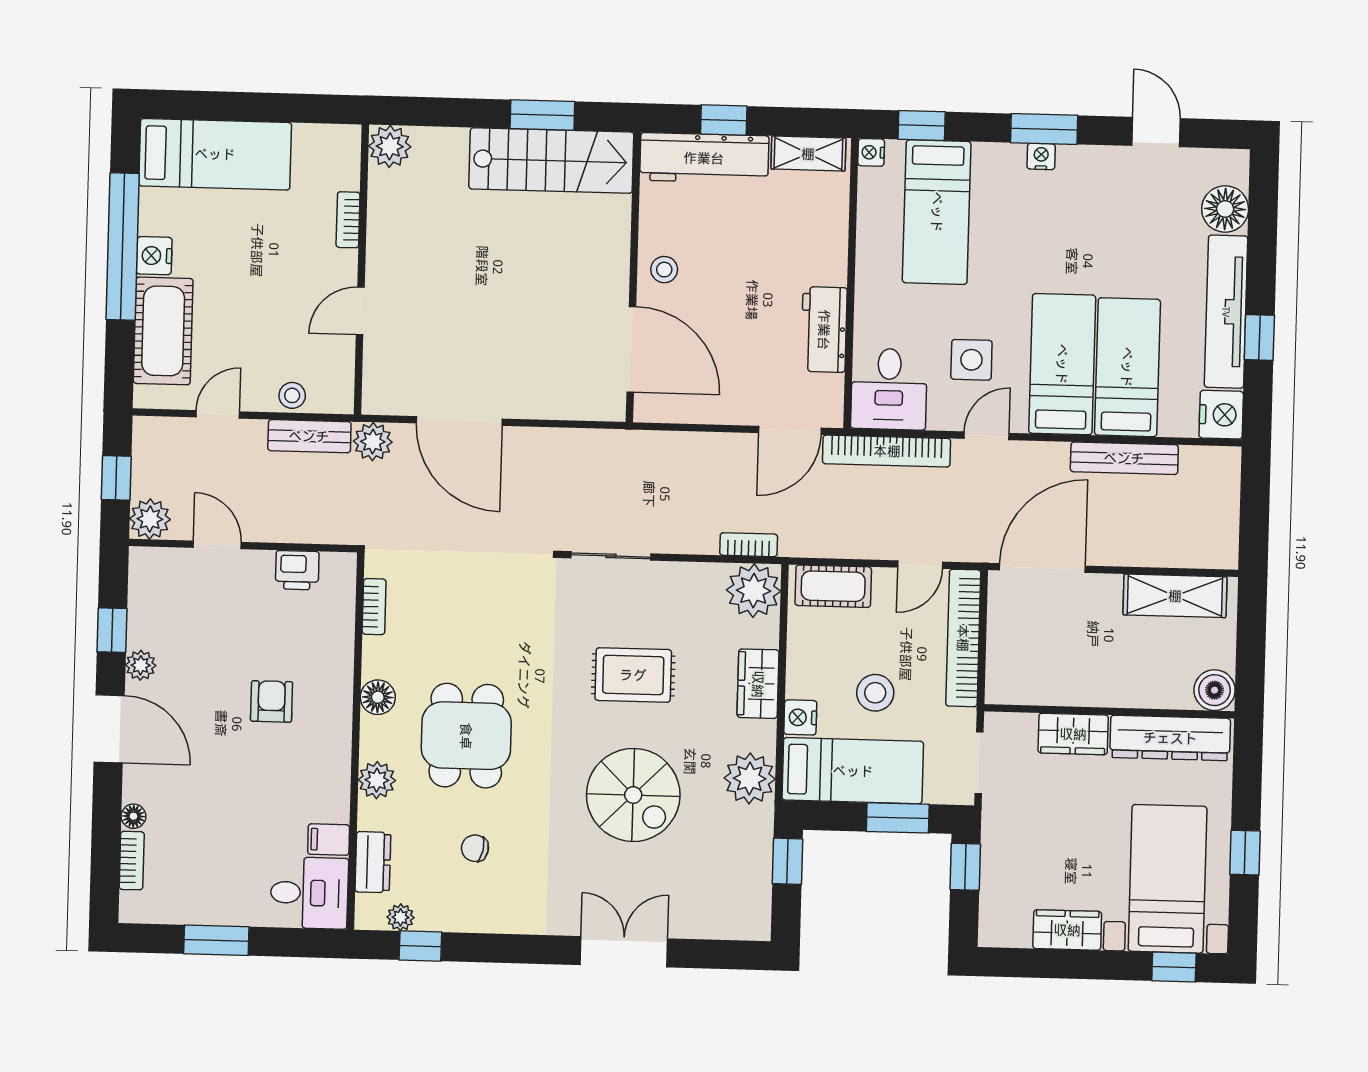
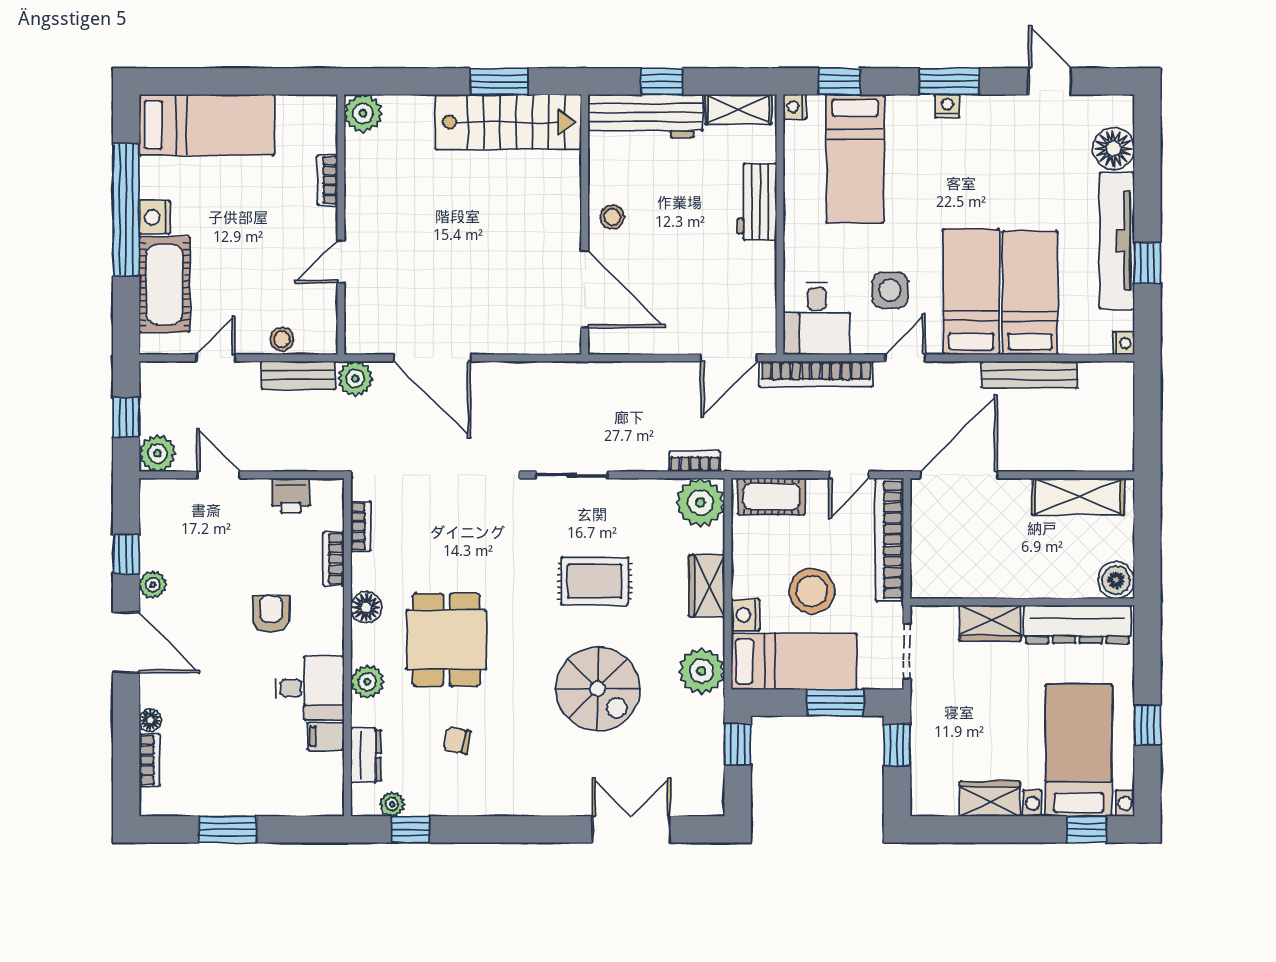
workbench: (824, 330) -> (757, 202), moved
nightstand: (1221, 415) -> (1124, 343), width x0.53, depth x0.56
bookcase: (343, 642) -> (333, 559), added
stool: (875, 693) -> (812, 591), width x1.38, depth x1.38
desk: (309, 893) -> (310, 688), moved
double door: (624, 952) -> (631, 829), moved

